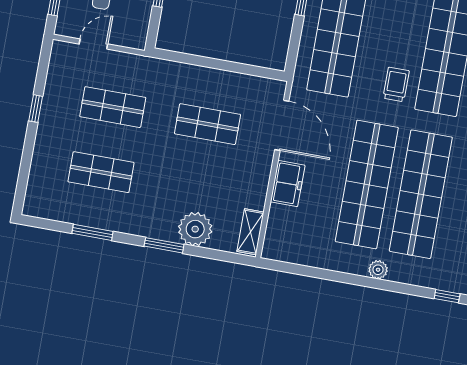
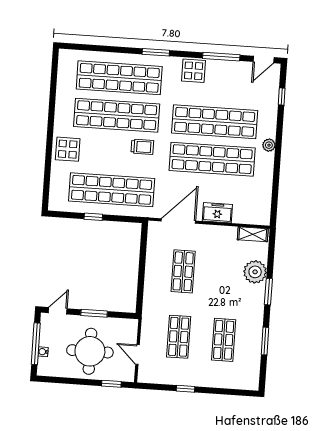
trolley: (396, 84) -> (142, 147), turned 180

